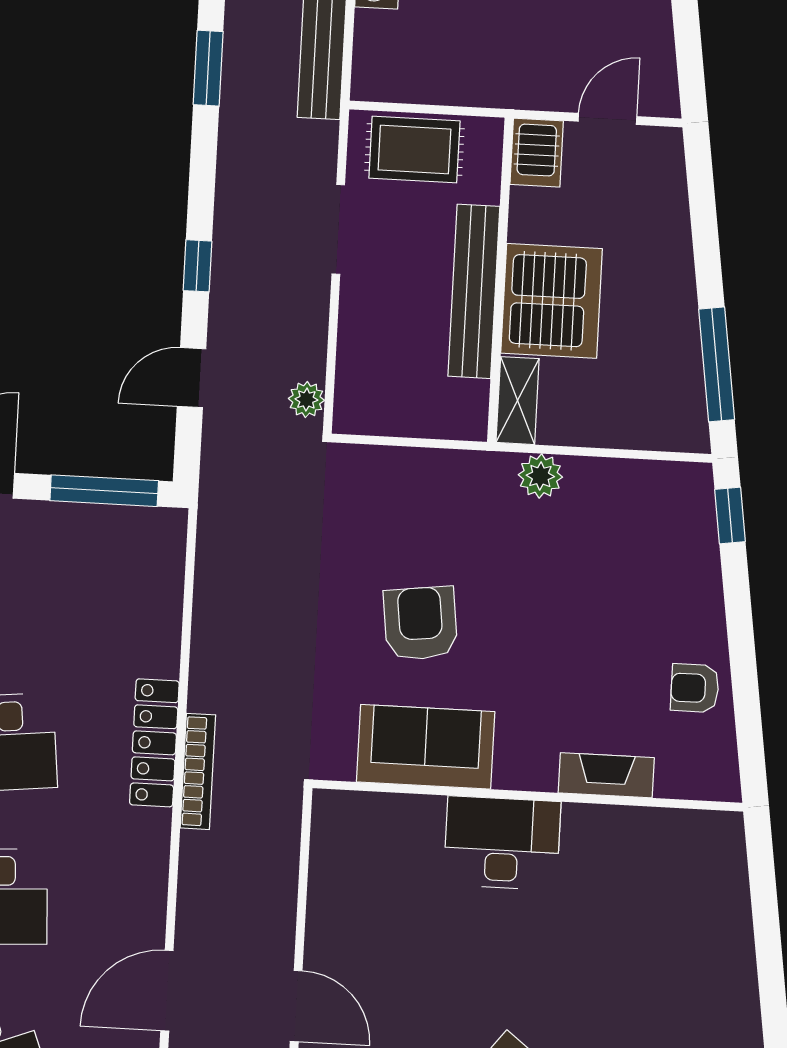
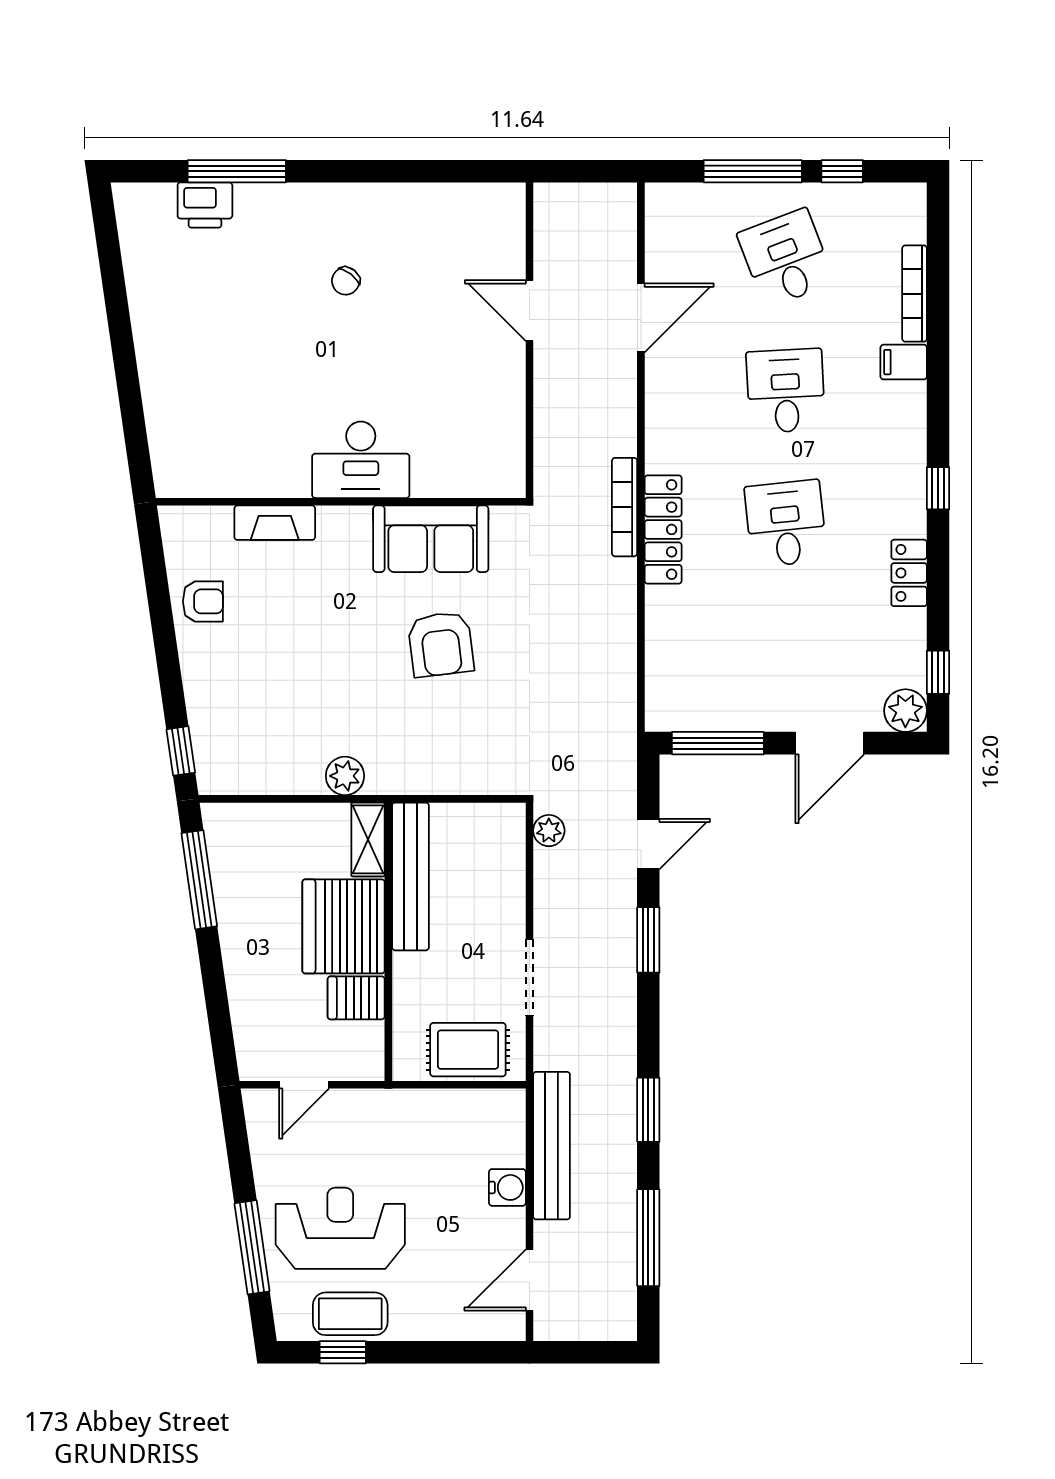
server rack: (537, 153) -> (356, 998), moved, turned -90
window: (197, 266) -> (648, 940), width x1.50
bench: (474, 291) -> (410, 876), moved

